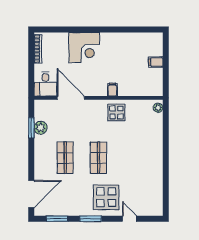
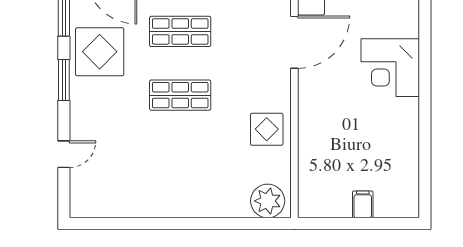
filing cabinet: (112, 90) -> (310, 122), removed
plant: (158, 108) -> (268, 201), width x1.88, depth x1.88
display table: (106, 197) -> (100, 52), moved

